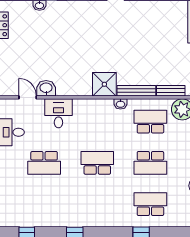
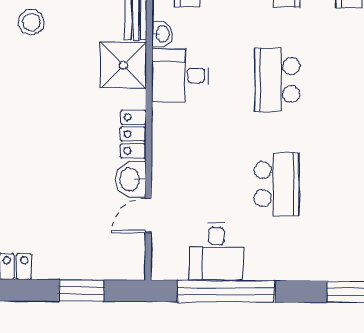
stool: (126, 37) -> (31, 22), added
locker: (69, 90) -> (133, 134), added
desk: (58, 113) -> (180, 75), moved

